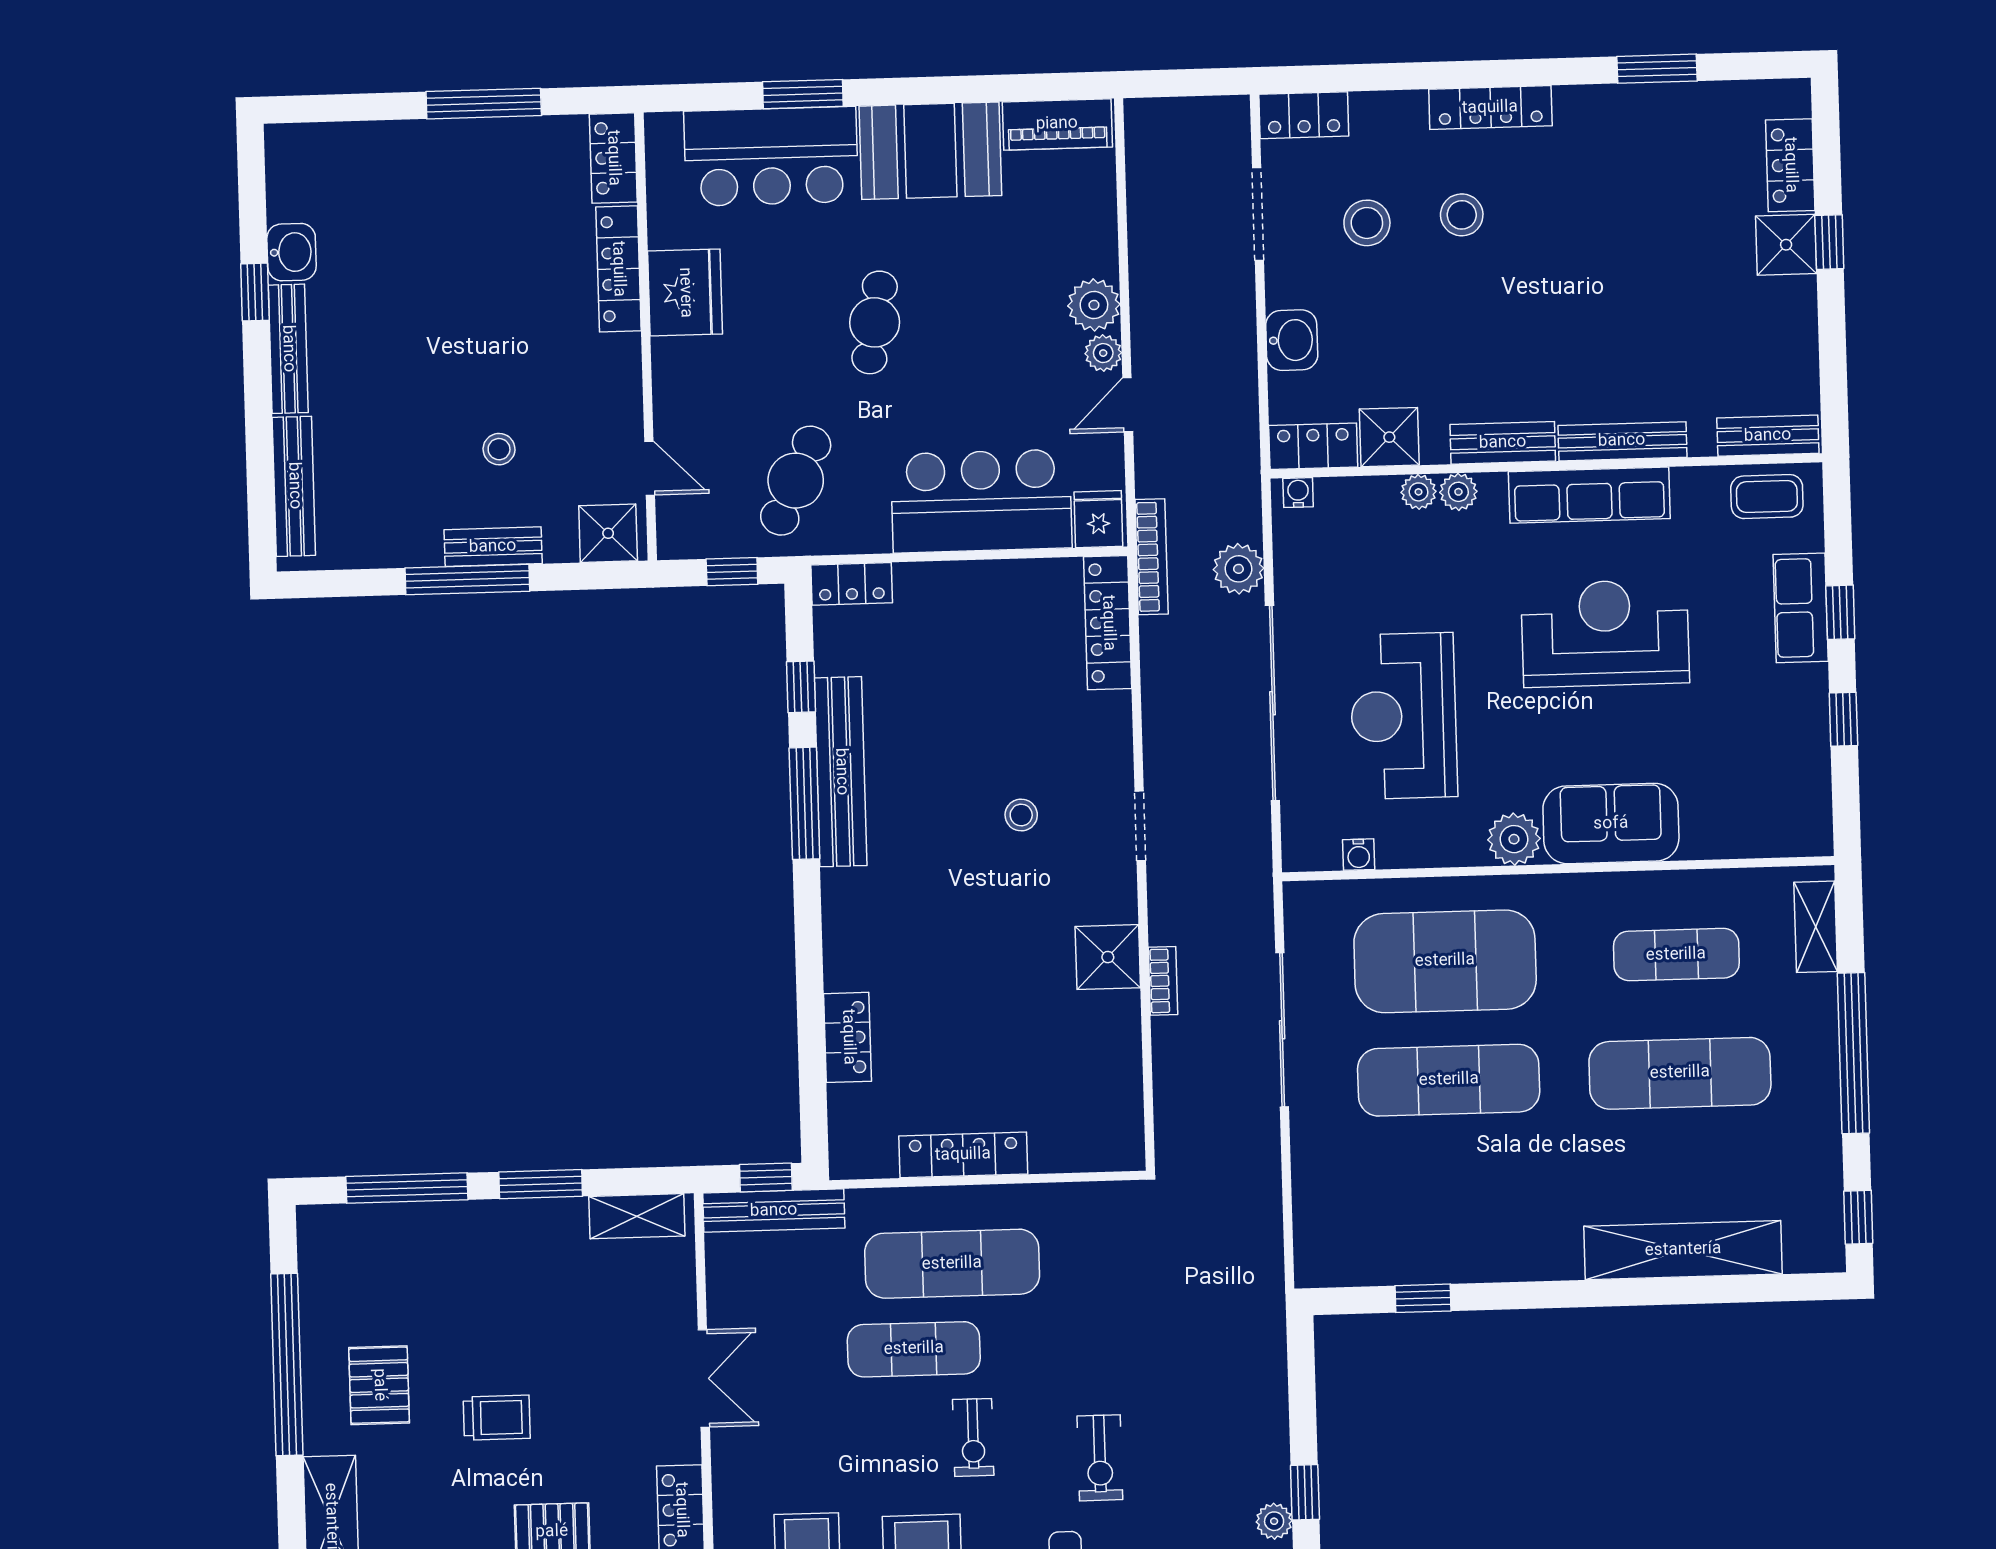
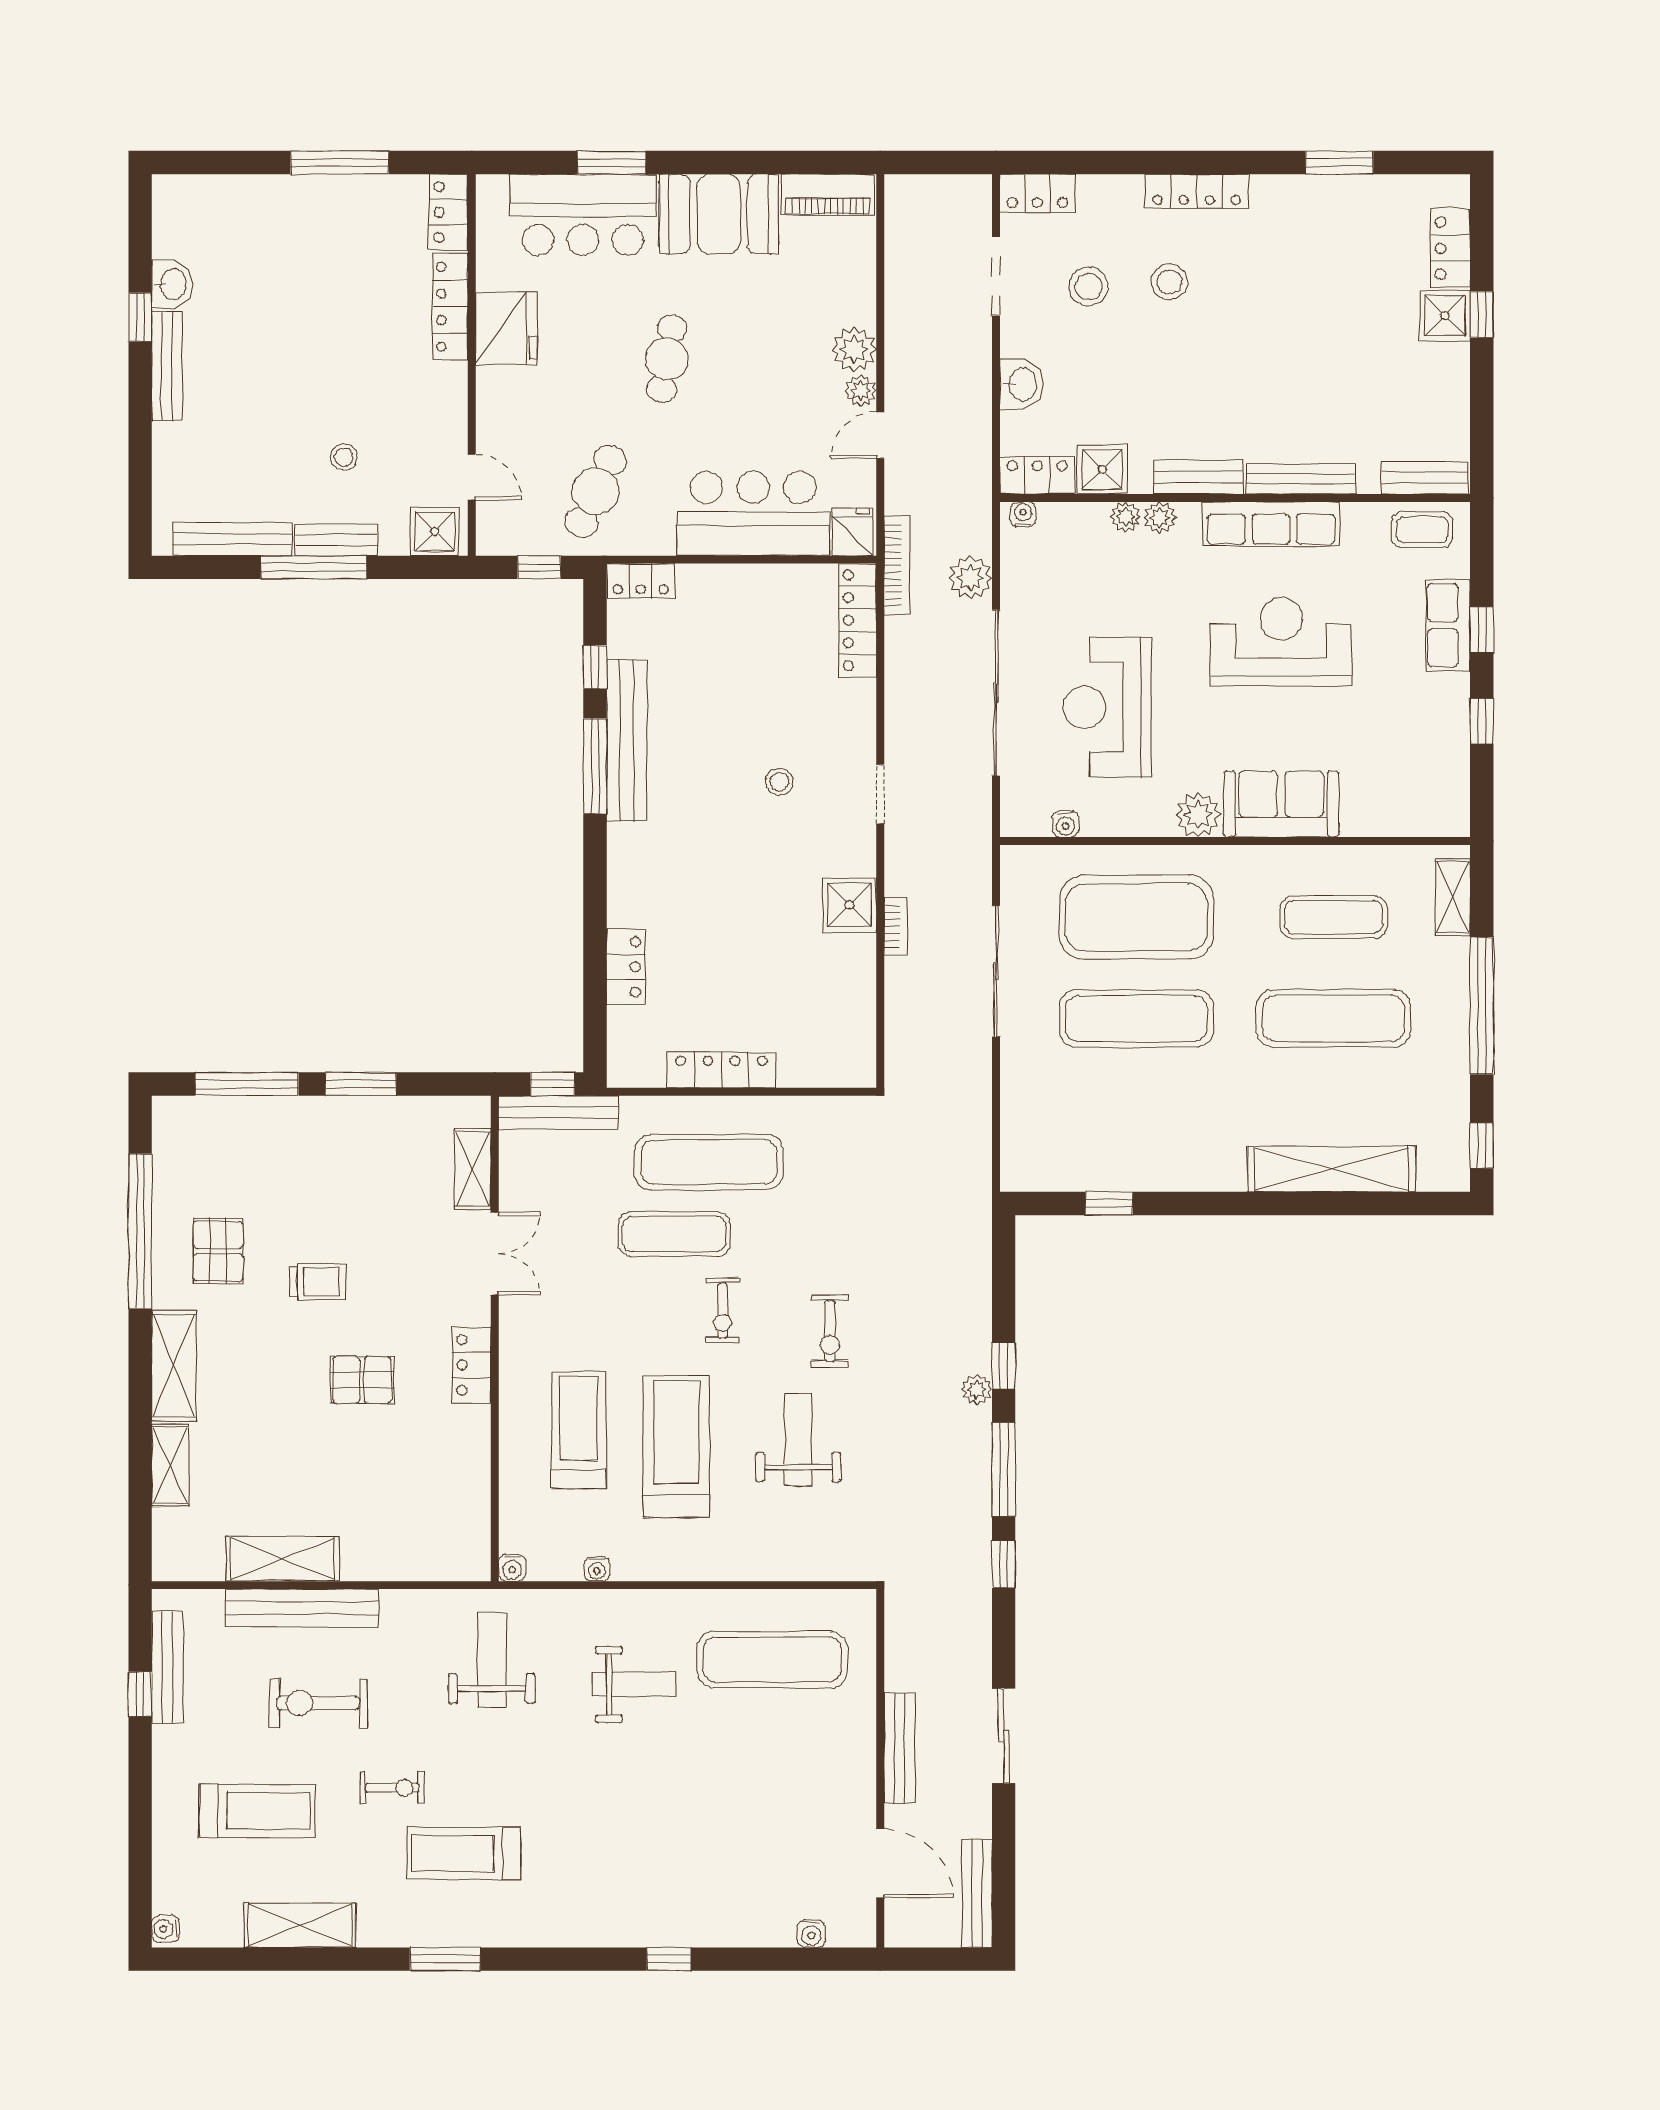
bench: (294, 486) -> (233, 539), moved, turned 90
shelving: (637, 1216) -> (473, 1169), moved, turned 90

